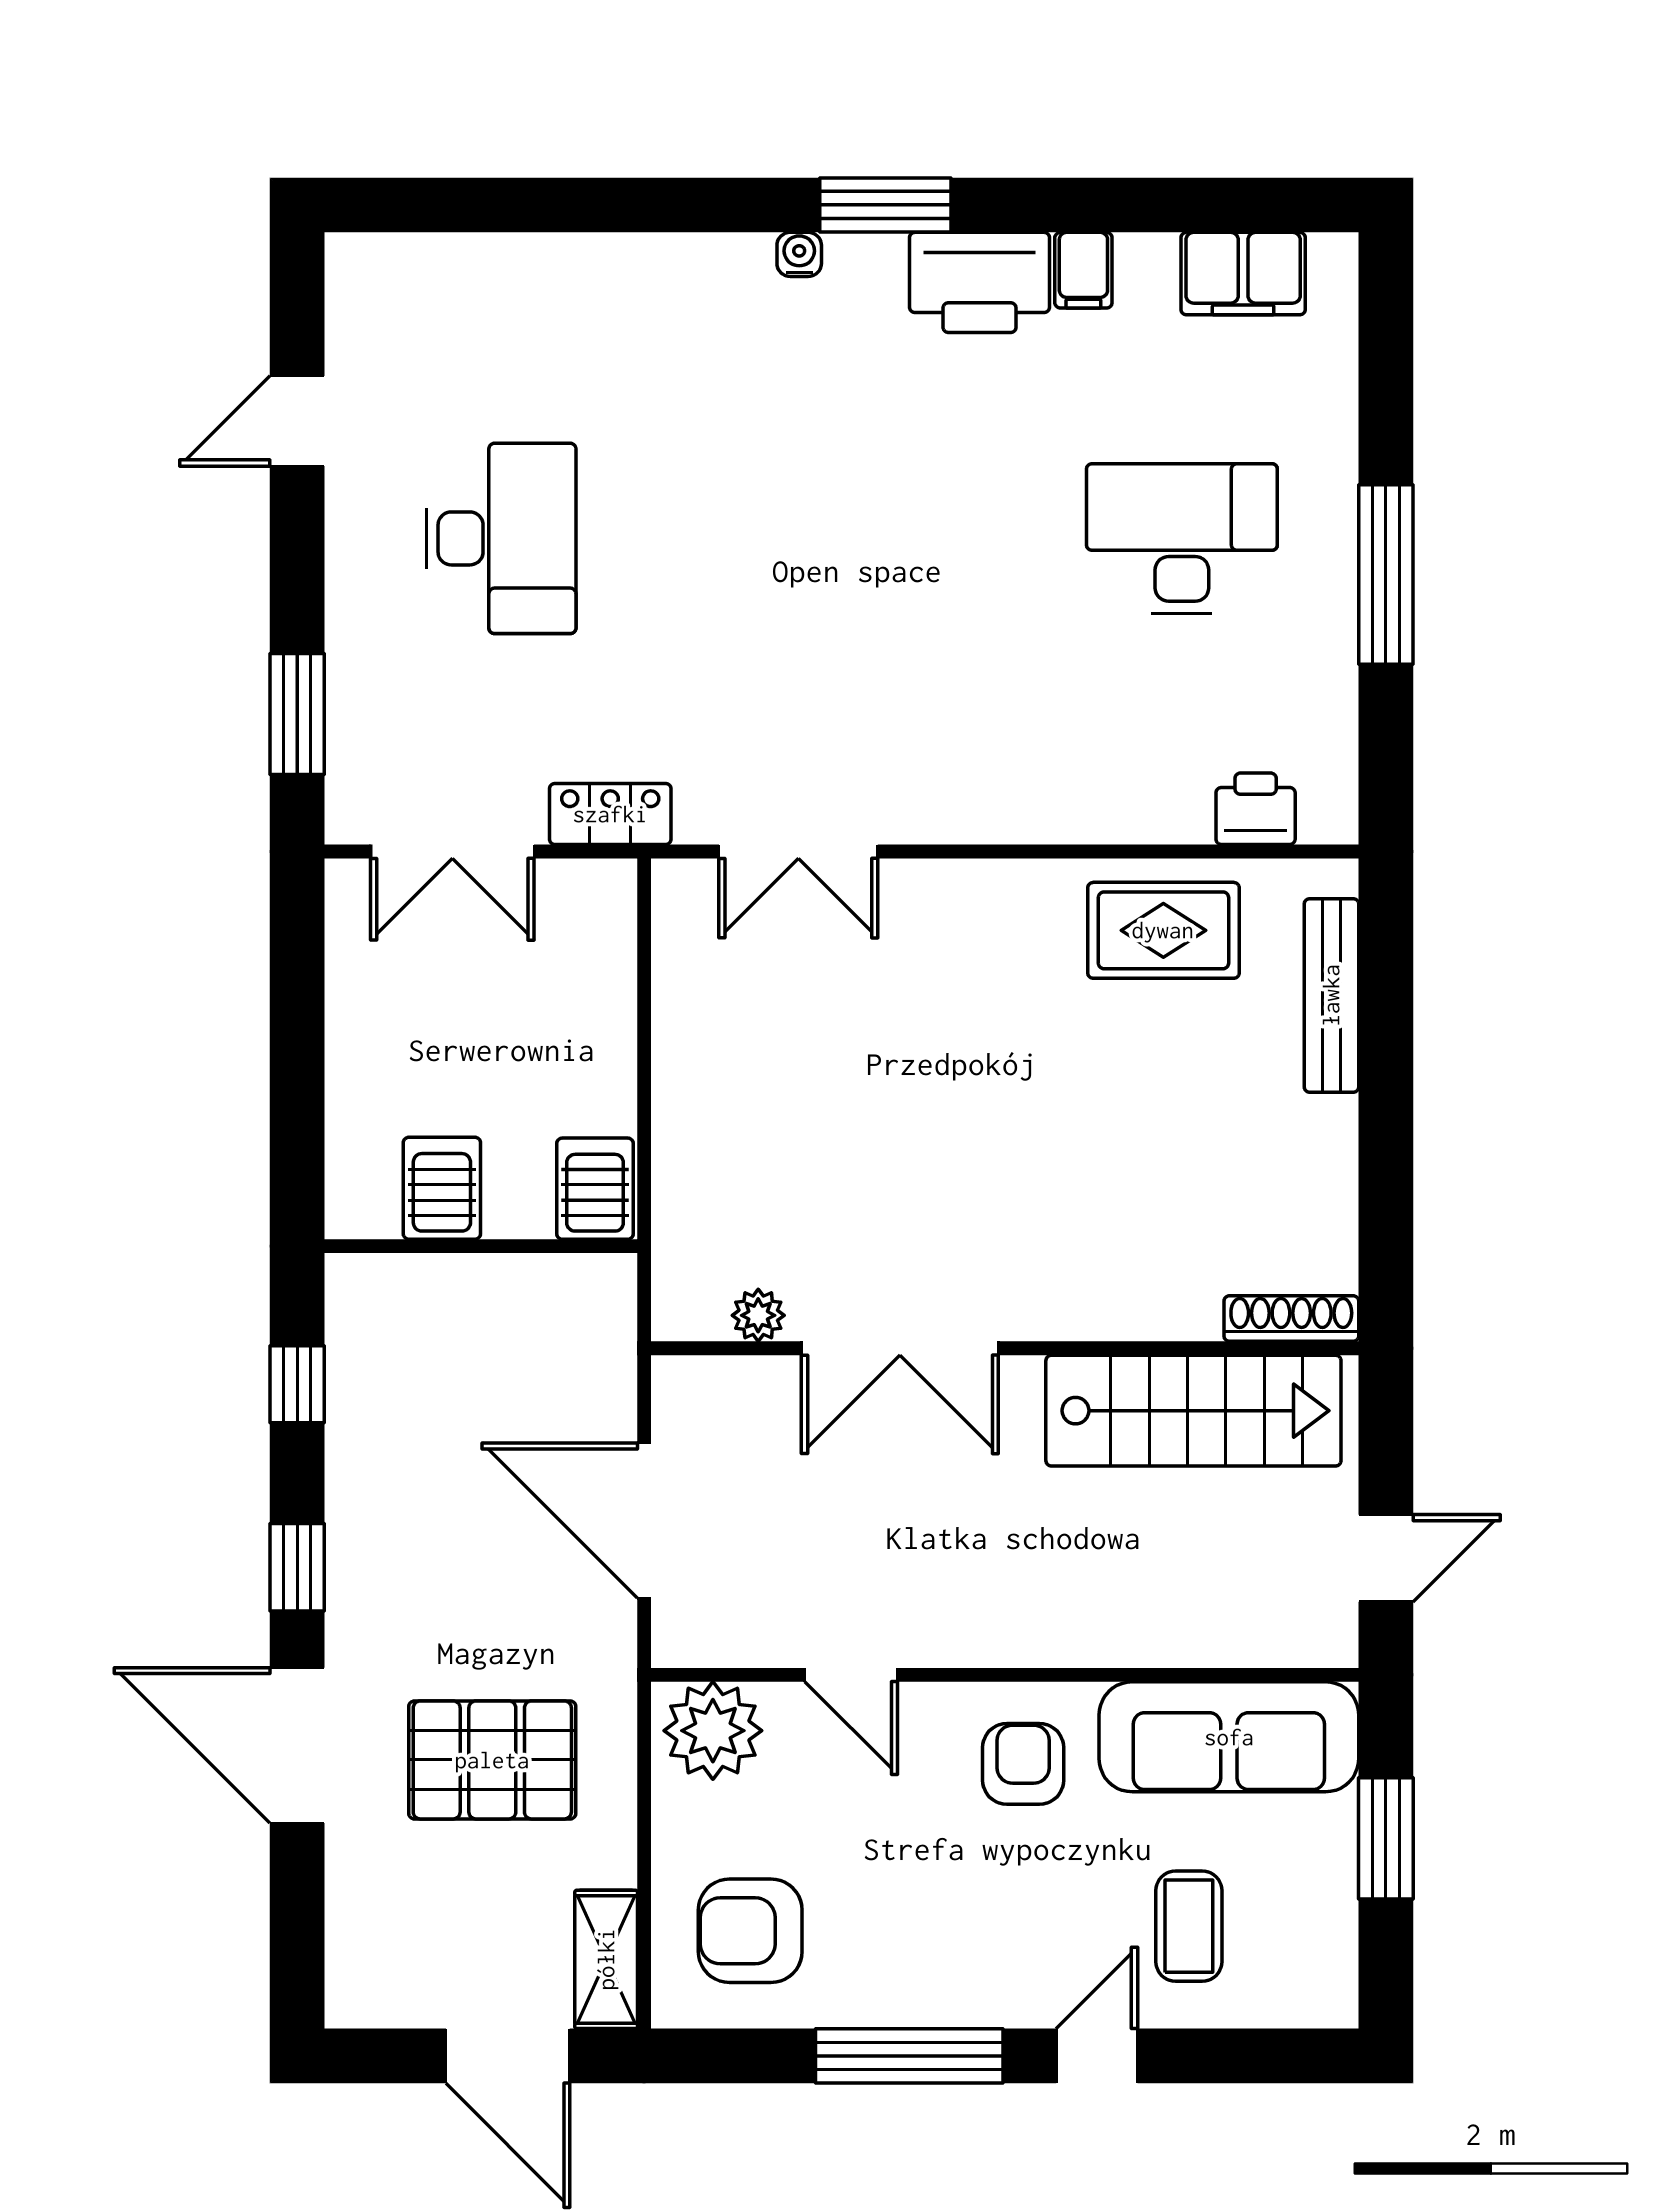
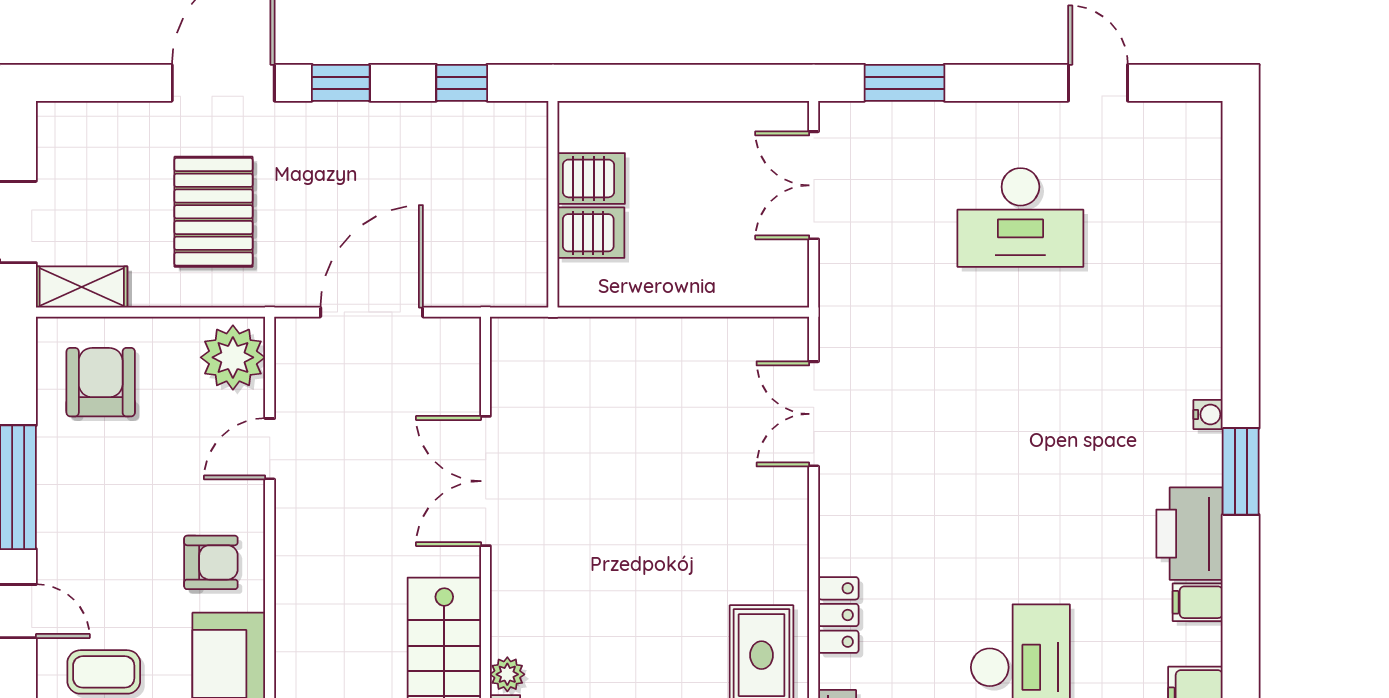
locker: (610, 814) -> (838, 615), moved
server rack: (595, 1189) -> (591, 233), moved
plant: (758, 1315) -> (507, 674), moved

